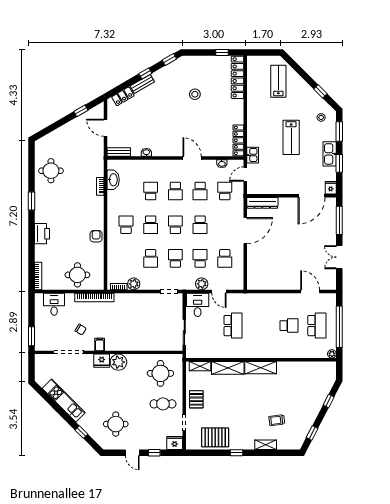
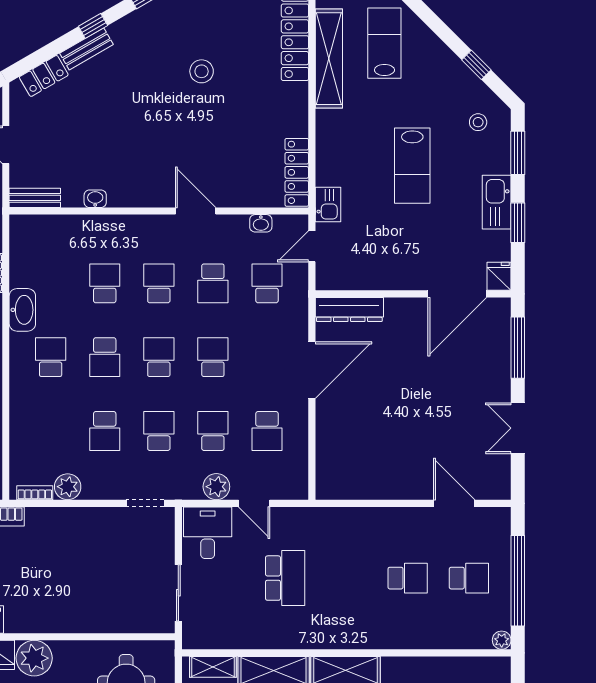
shelving: (253, 88) -> (329, 59), added
washbasin: (113, 180) -> (22, 310), moved
school desk: (175, 191) -> (159, 283), turned 180
school desk: (200, 225) -> (213, 357), turned 180
school desk: (317, 326) -> (469, 578), width x0.54

